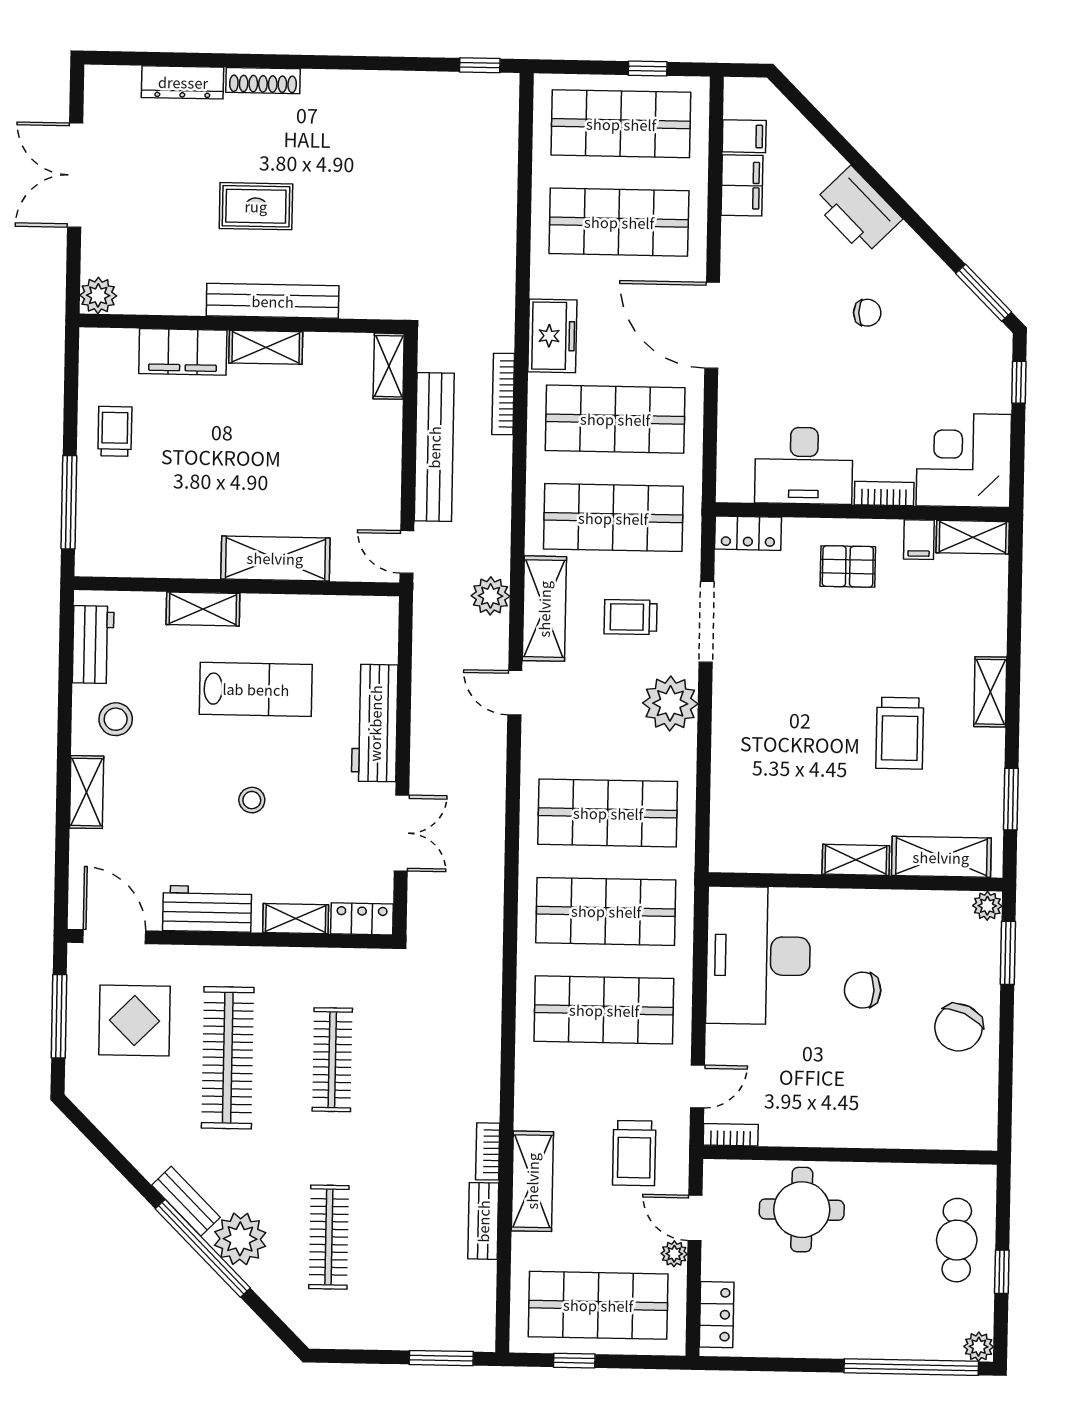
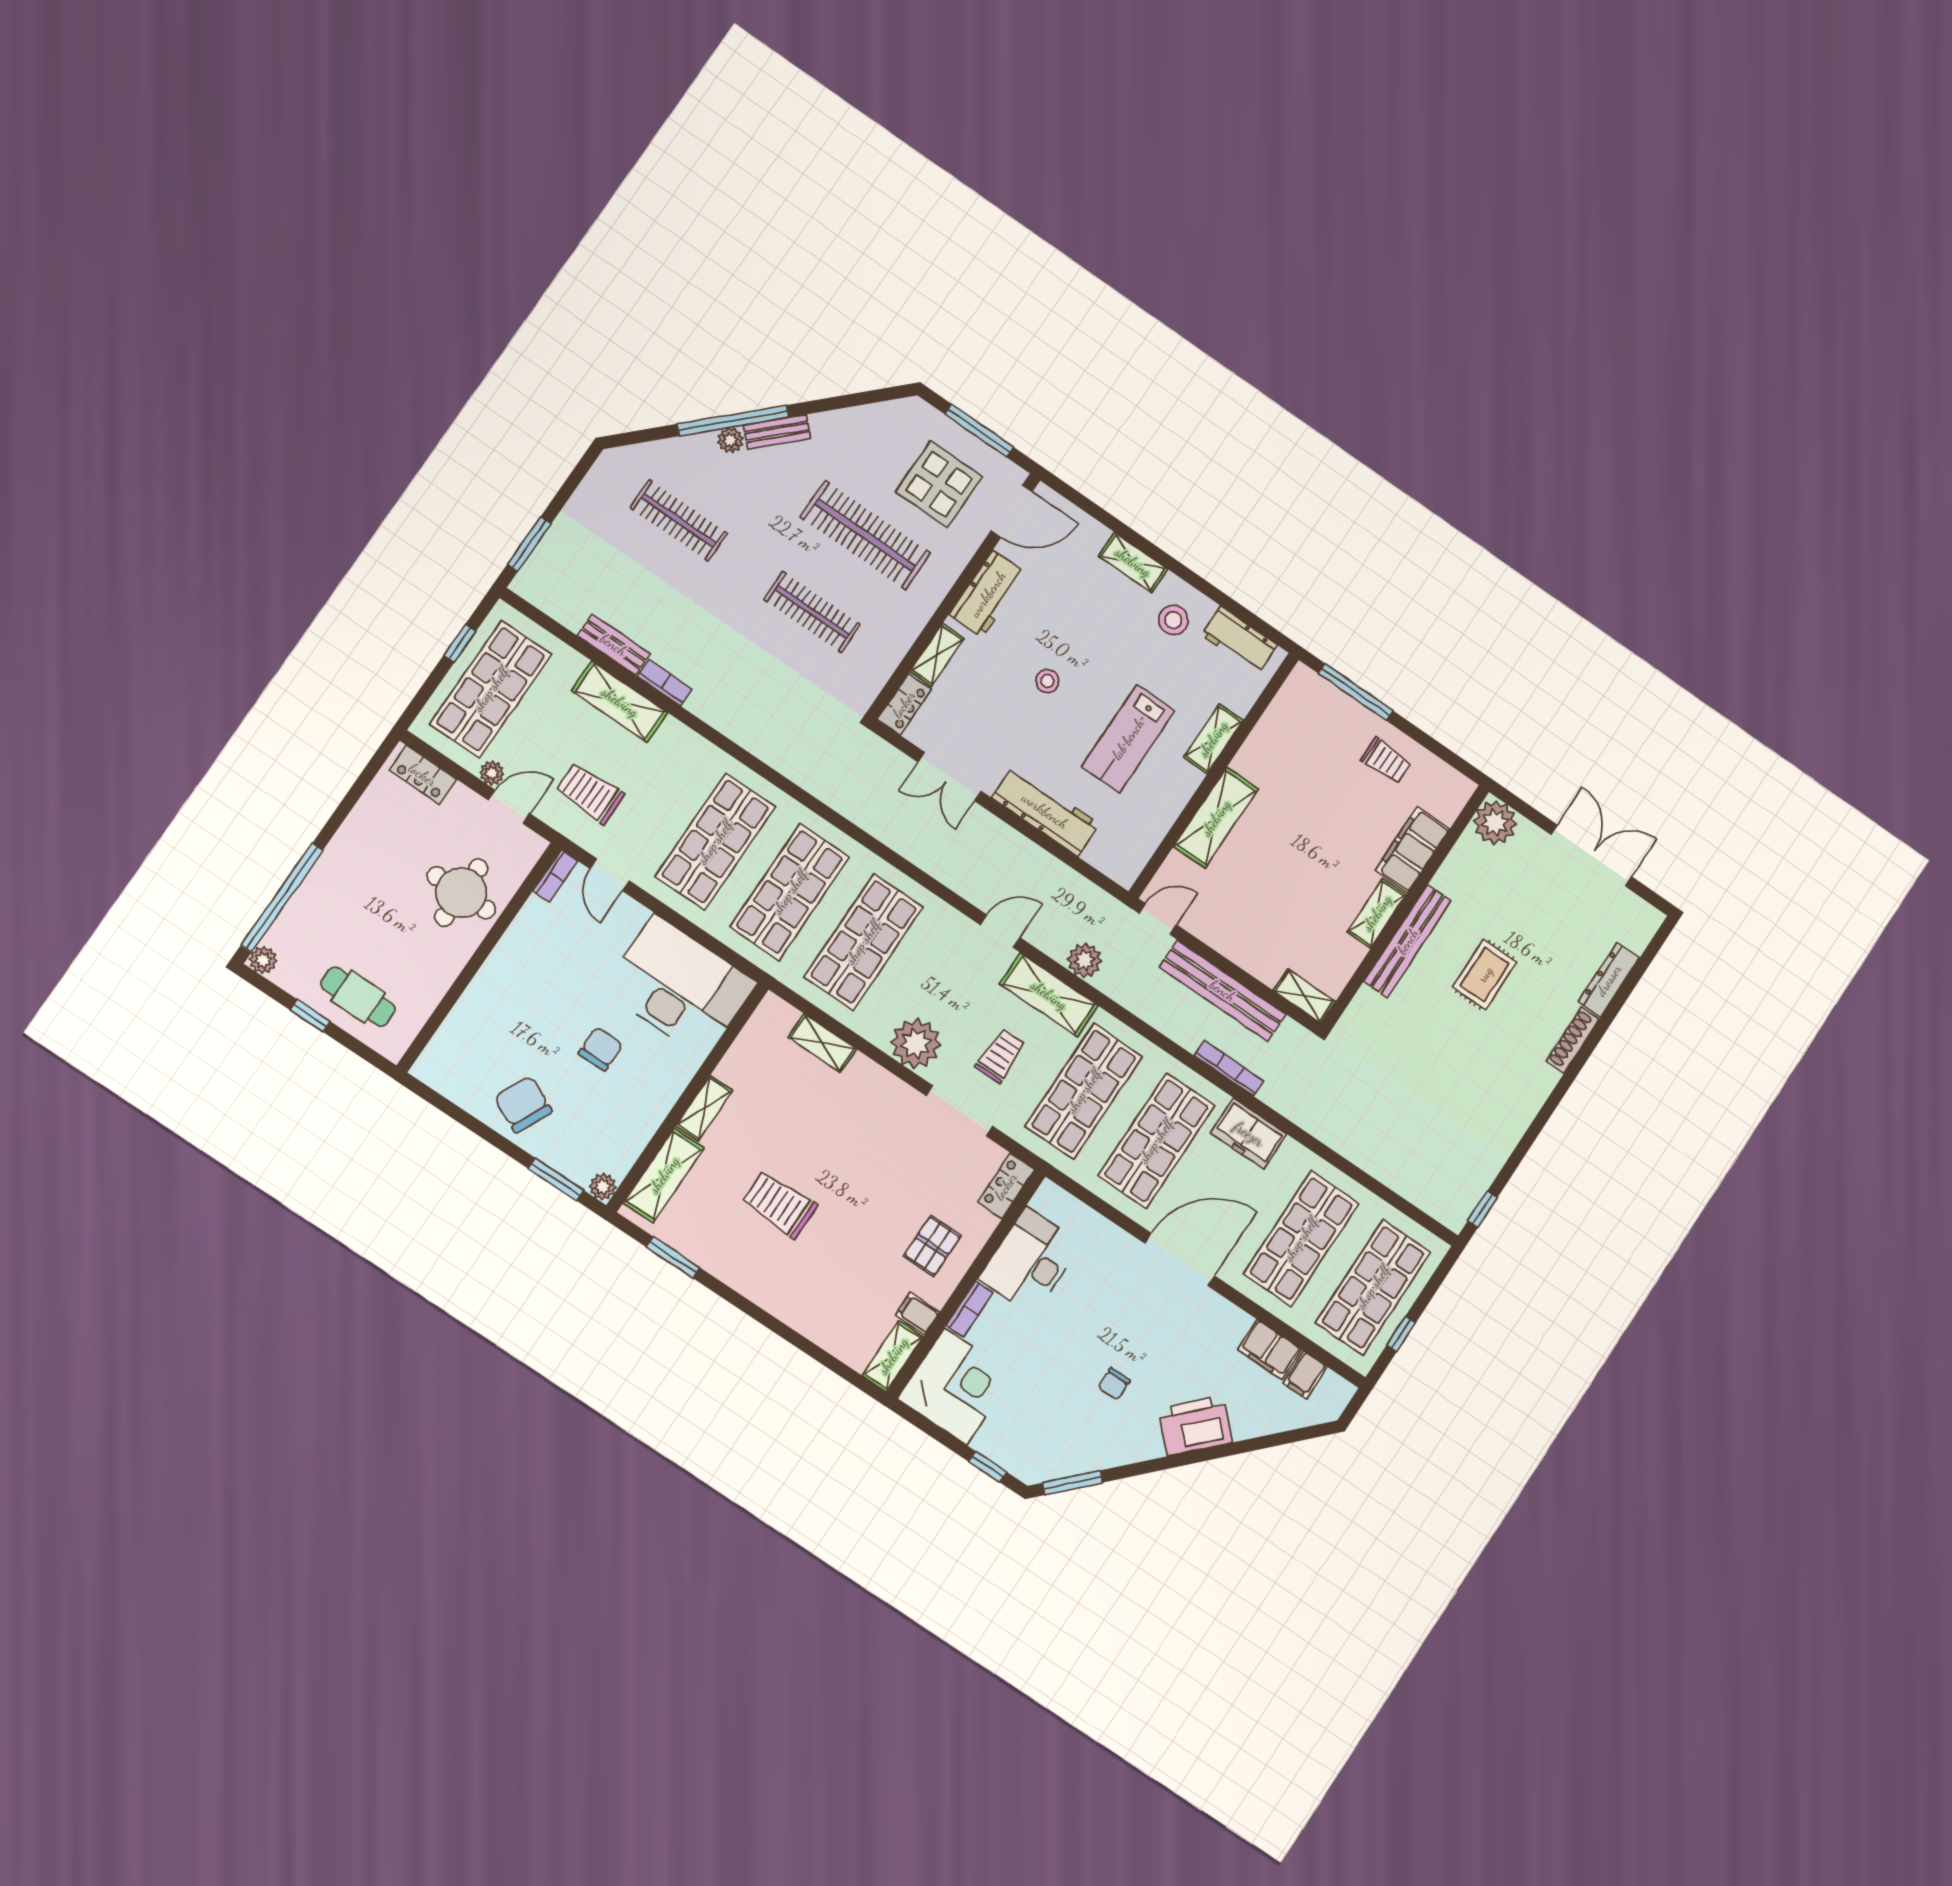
plant: (98, 295) -> (1495, 823), width x1.36, depth x1.36
shelving: (990, 692) -> (822, 1043), moved
plant: (240, 1239) -> (730, 440), width x0.53, depth x0.53

